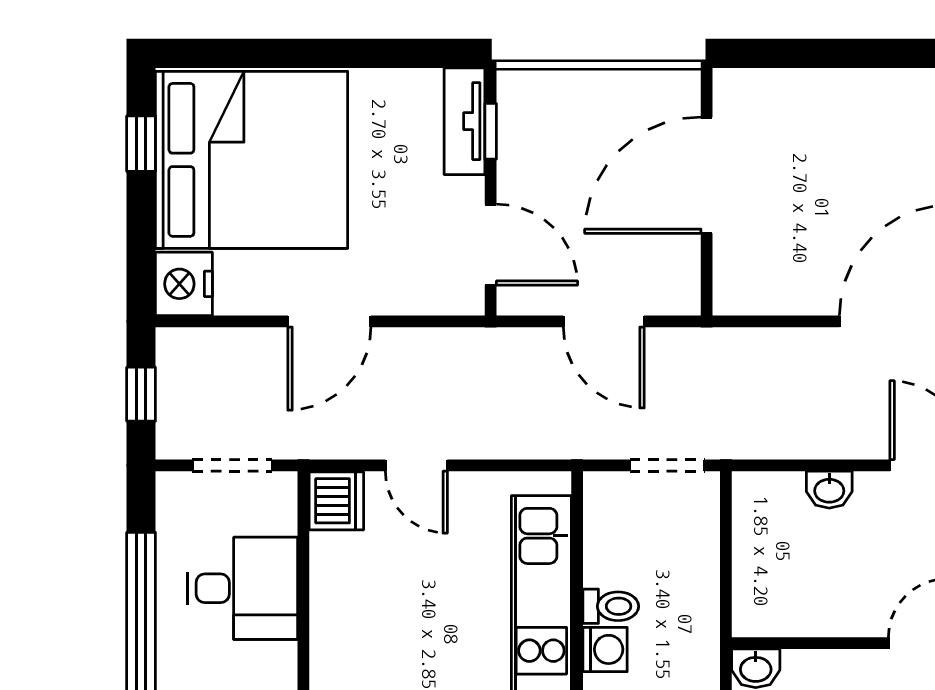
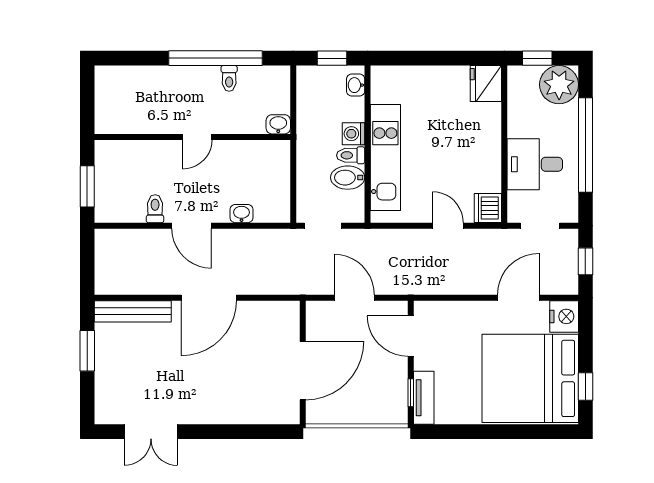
door: (329, 321) -> (518, 298), moved
bidet: (617, 562) -> (348, 178), added

